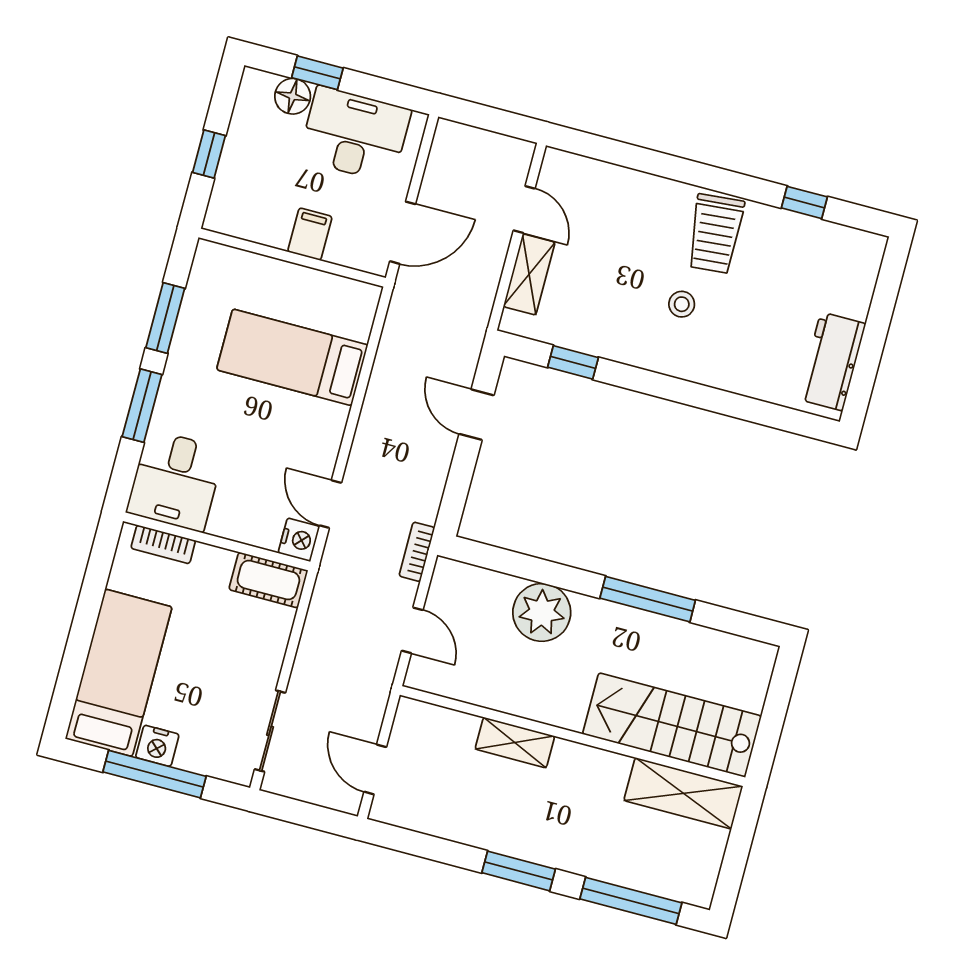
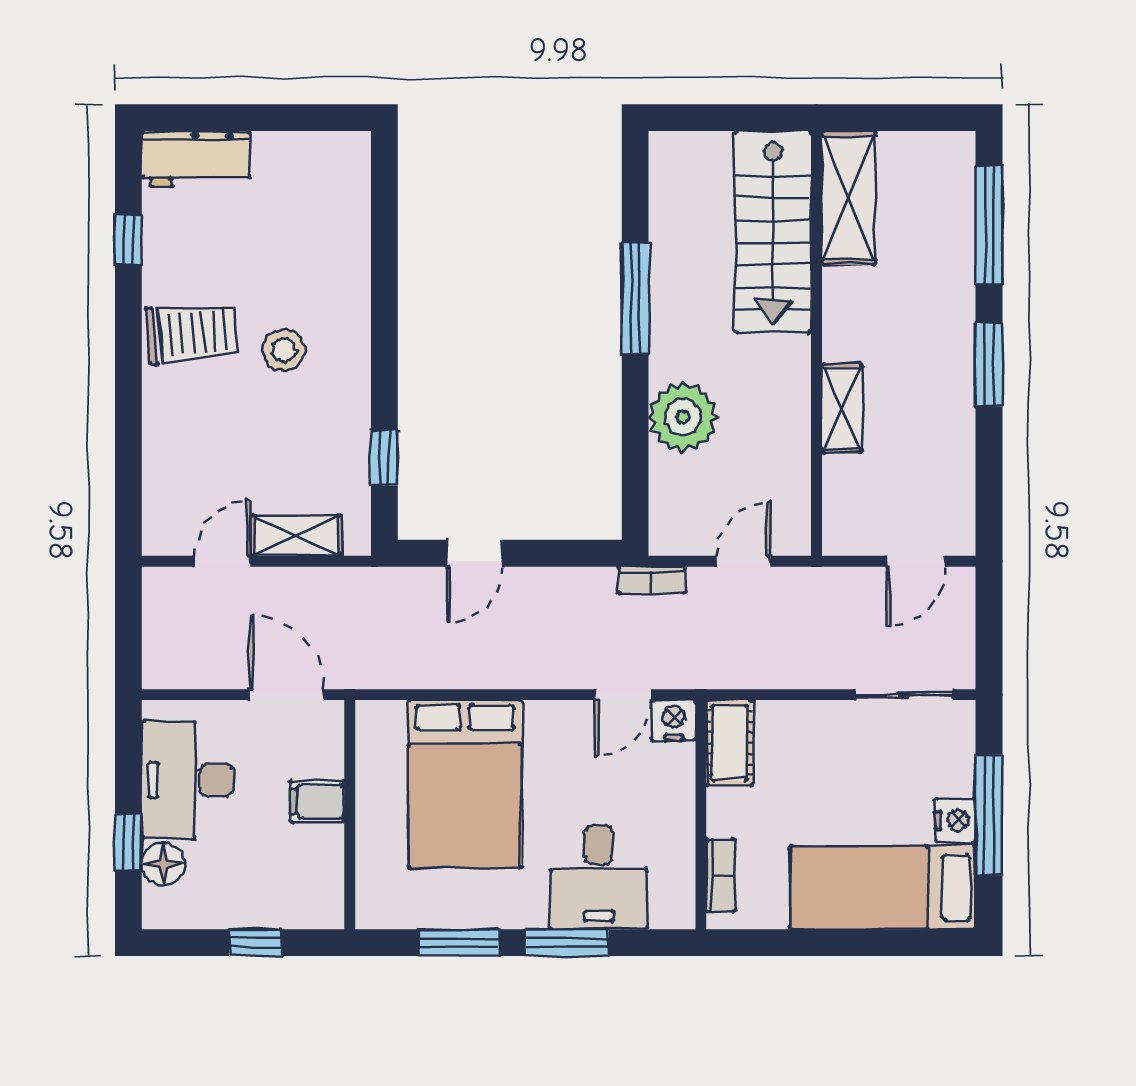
stool: (682, 304) -> (284, 350), width x1.37, depth x1.37
bed: (292, 357) -> (465, 784), width x1.50
workbench: (832, 361) -> (196, 159), moved
desk: (175, 481) -> (599, 877), moved, turned 90

